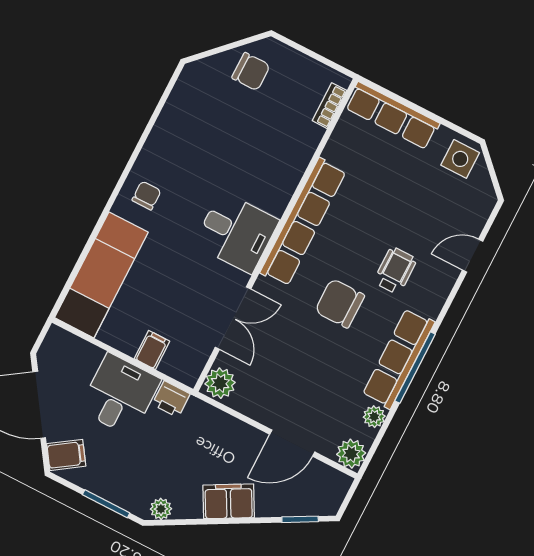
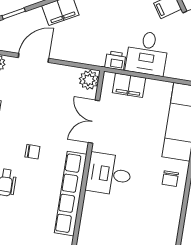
chair: (340, 303) -> (32, 152), width x0.54, depth x0.54
filing cabinet: (152, 350) -> (129, 85), width x2.00

